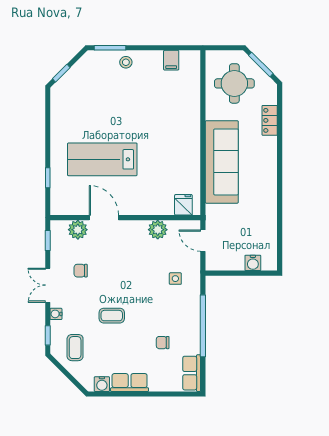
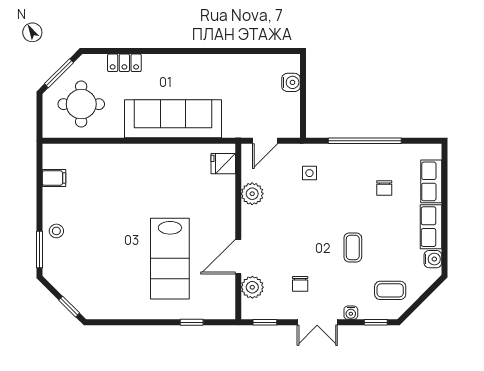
row of seats: (192, 373) -> (431, 181), moved, turned 90

